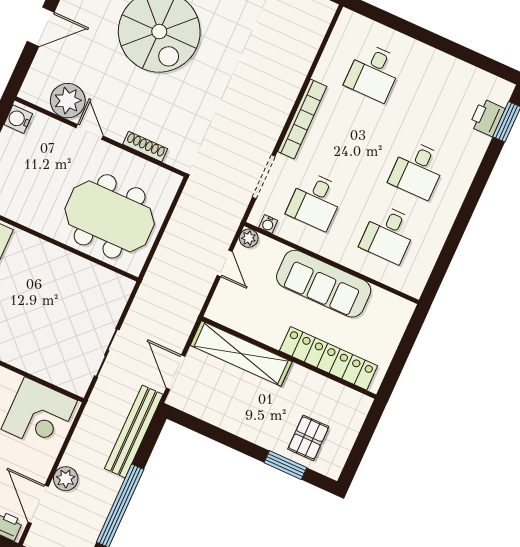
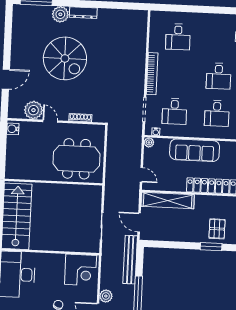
door: (225, 263) -> (141, 175), moved

